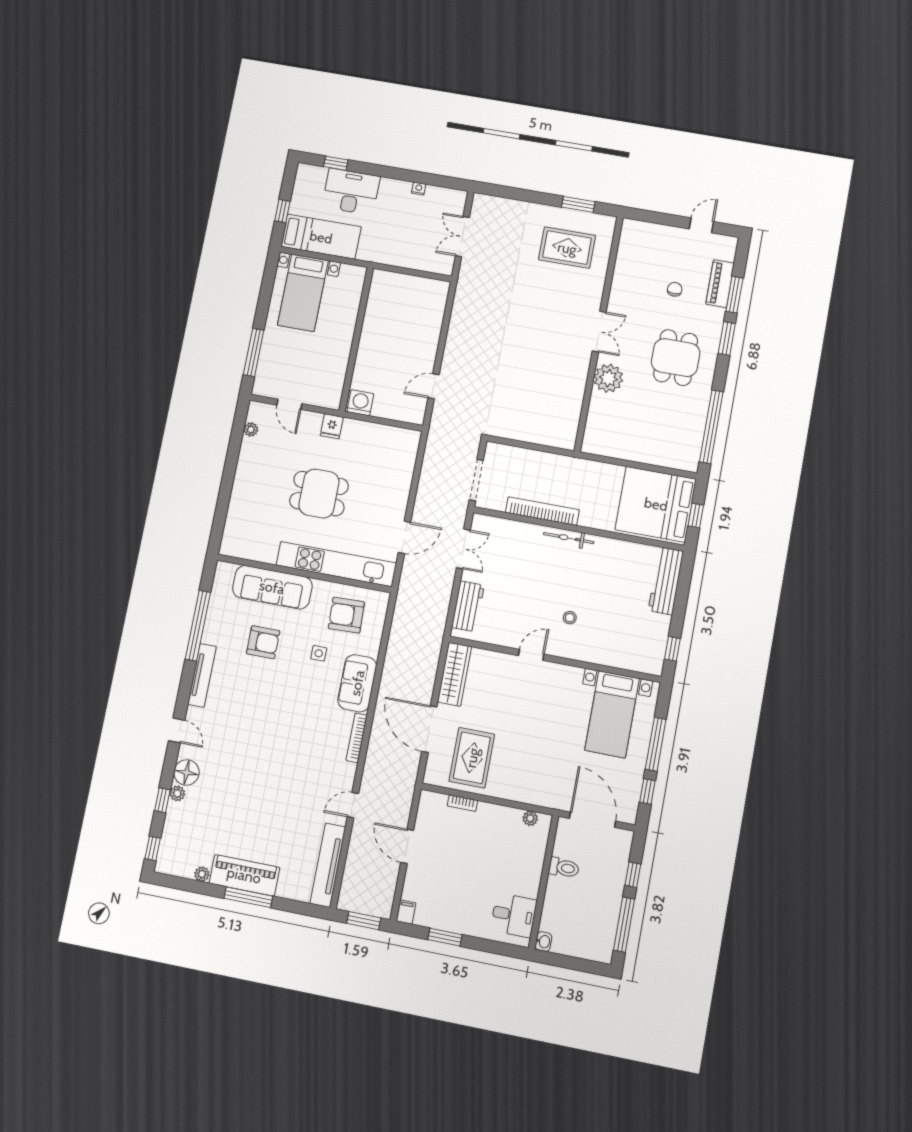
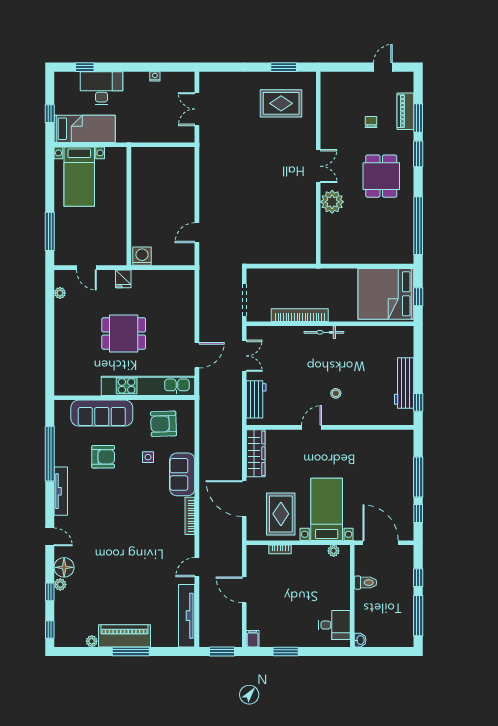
workbench: (666, 581) -> (404, 383), moved
bed with nightstands: (612, 714) -> (327, 509), moved, turned 180

